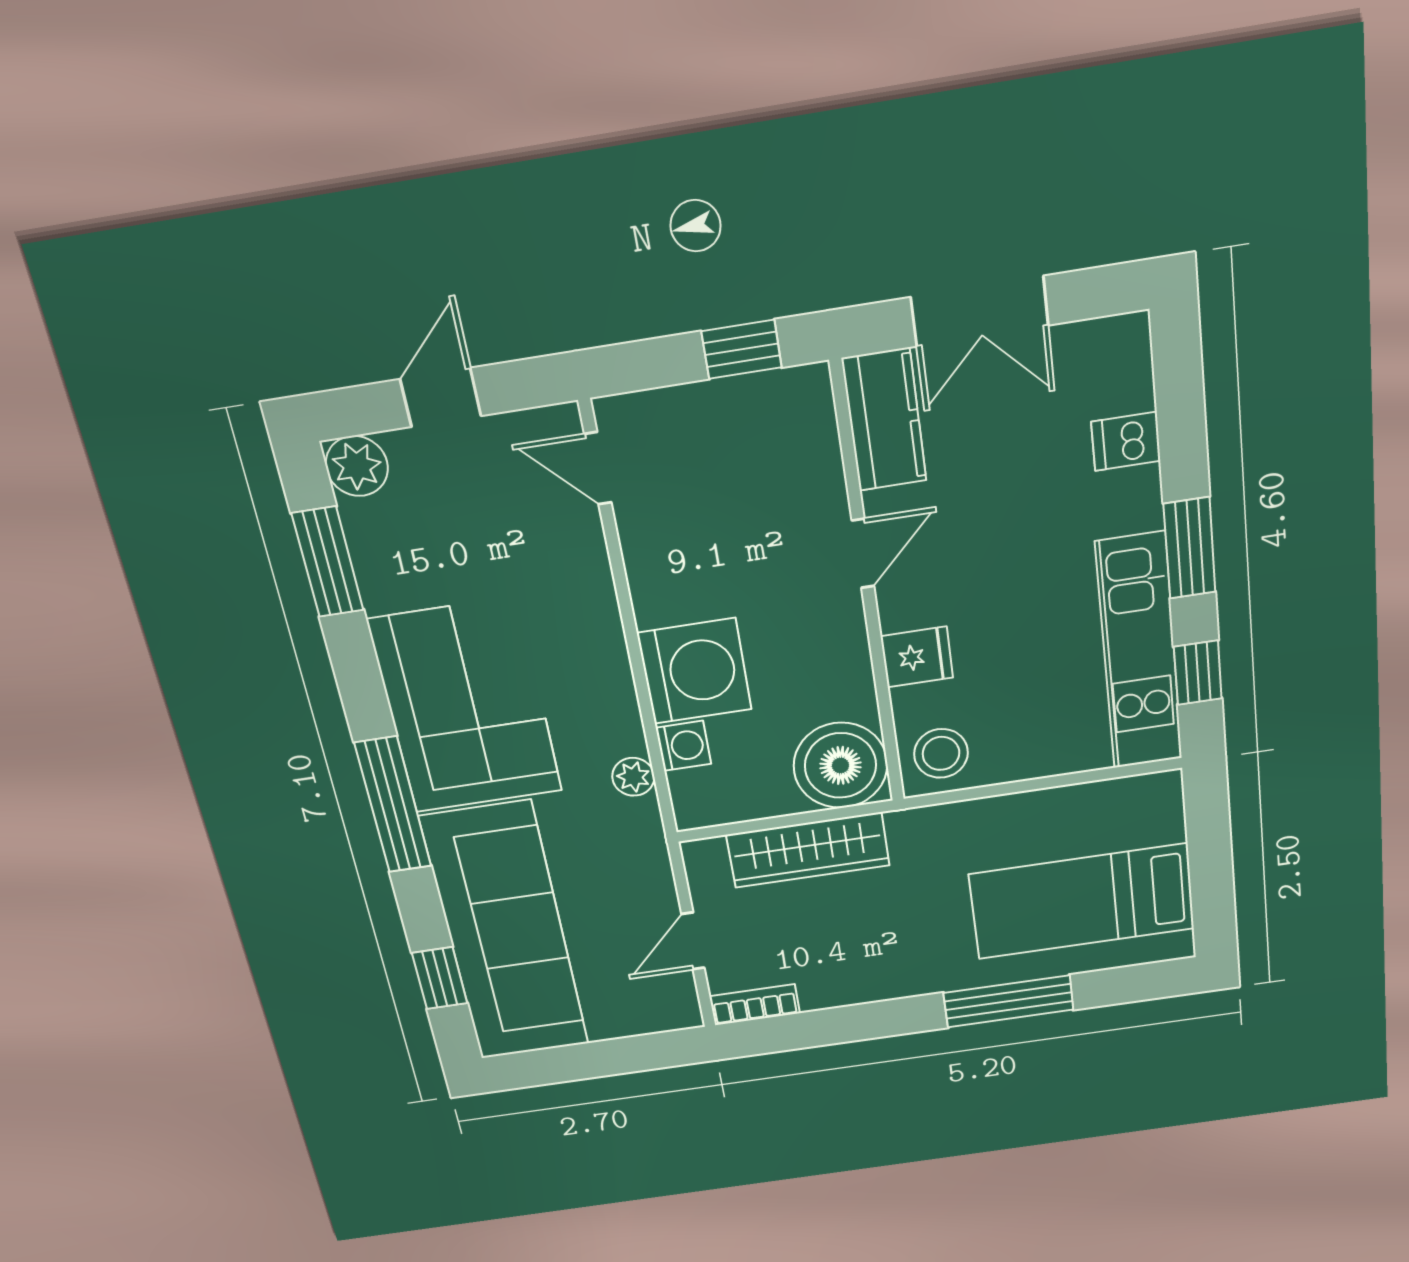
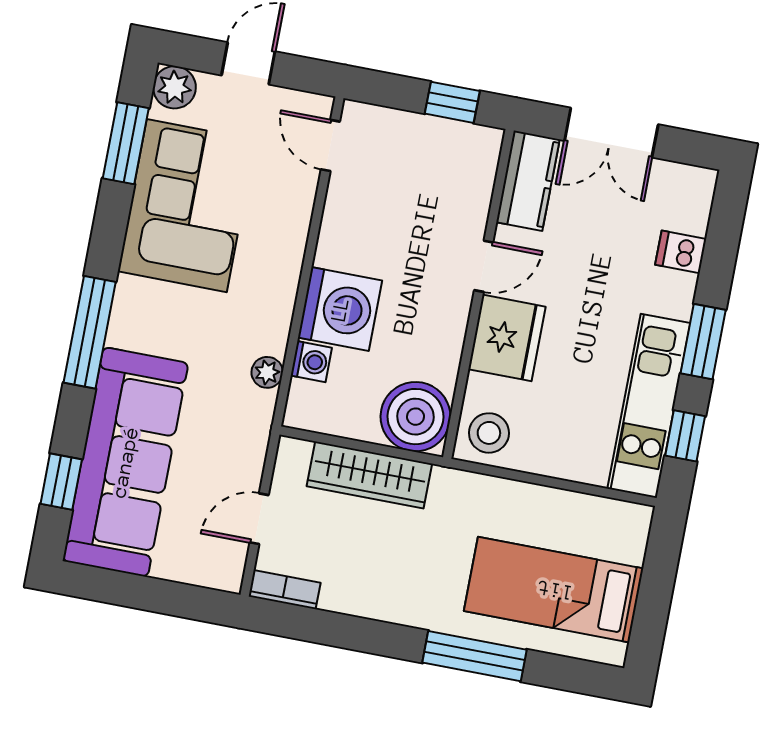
fridge: (917, 657) -> (507, 338), width x1.88, depth x1.34
corner sofa: (466, 706) -> (187, 206), moved

